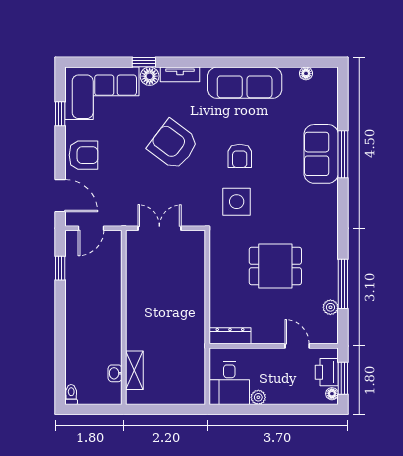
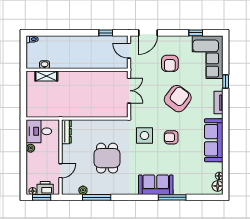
floor lamp: (150, 76) -> (218, 186), moved
sofa: (321, 154) -> (156, 185), moved
armchair: (83, 155) -> (170, 63), moved

